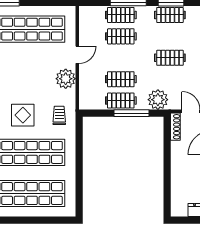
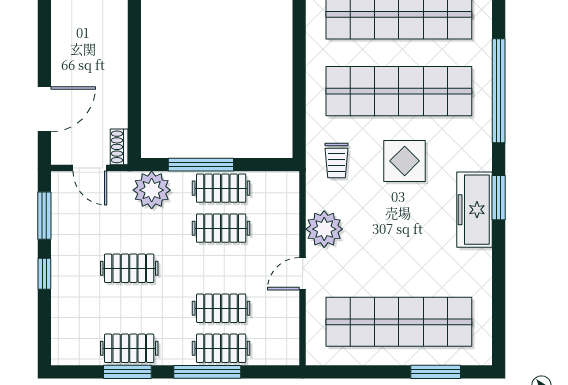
shoe rack: (175, 127) -> (119, 147), width x0.70

